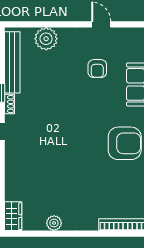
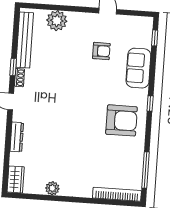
armchair: (97, 69) -> (101, 51), turned -90
dresser: (11, 169) -> (17, 137), added

